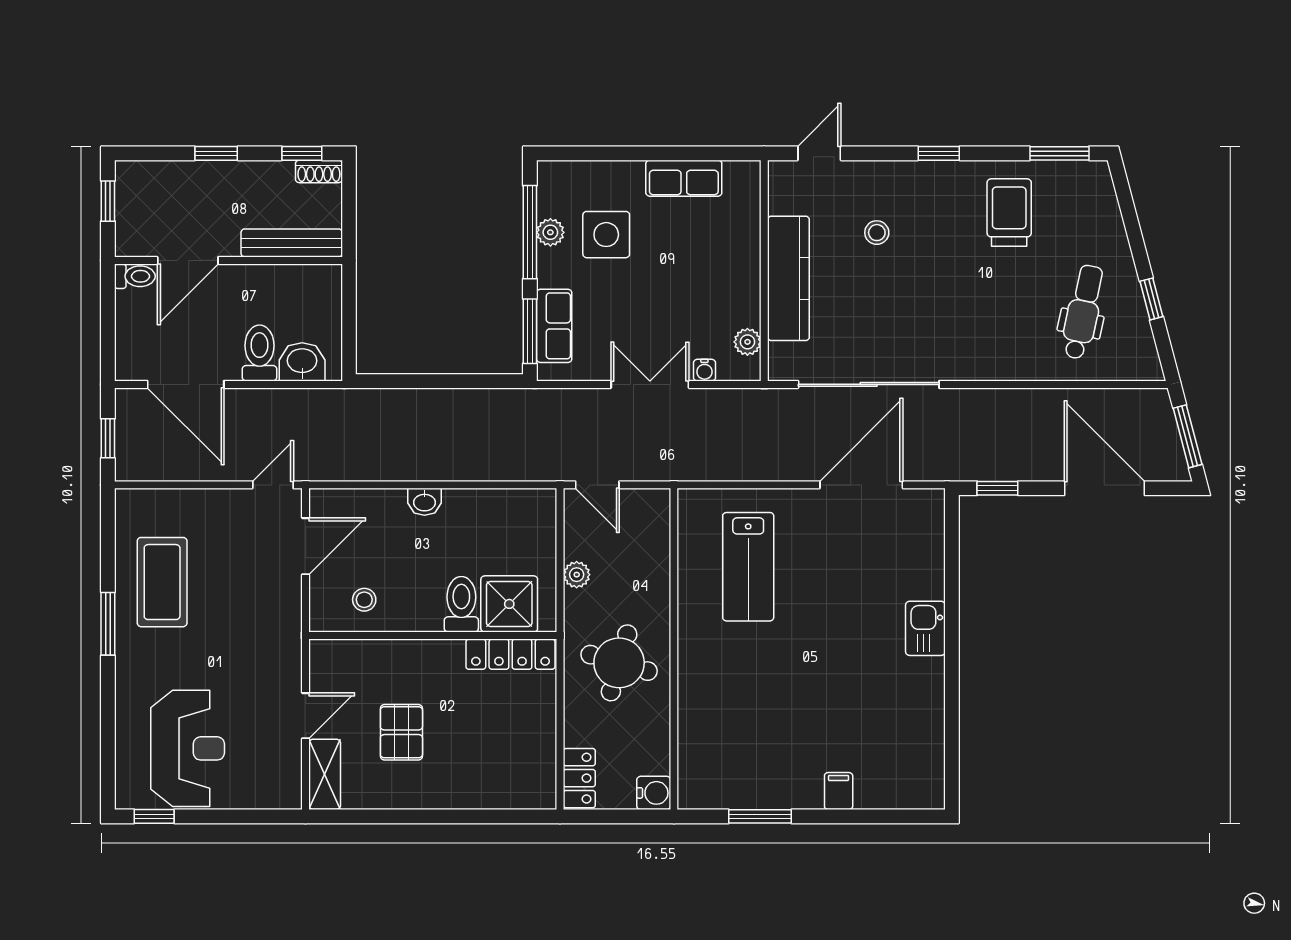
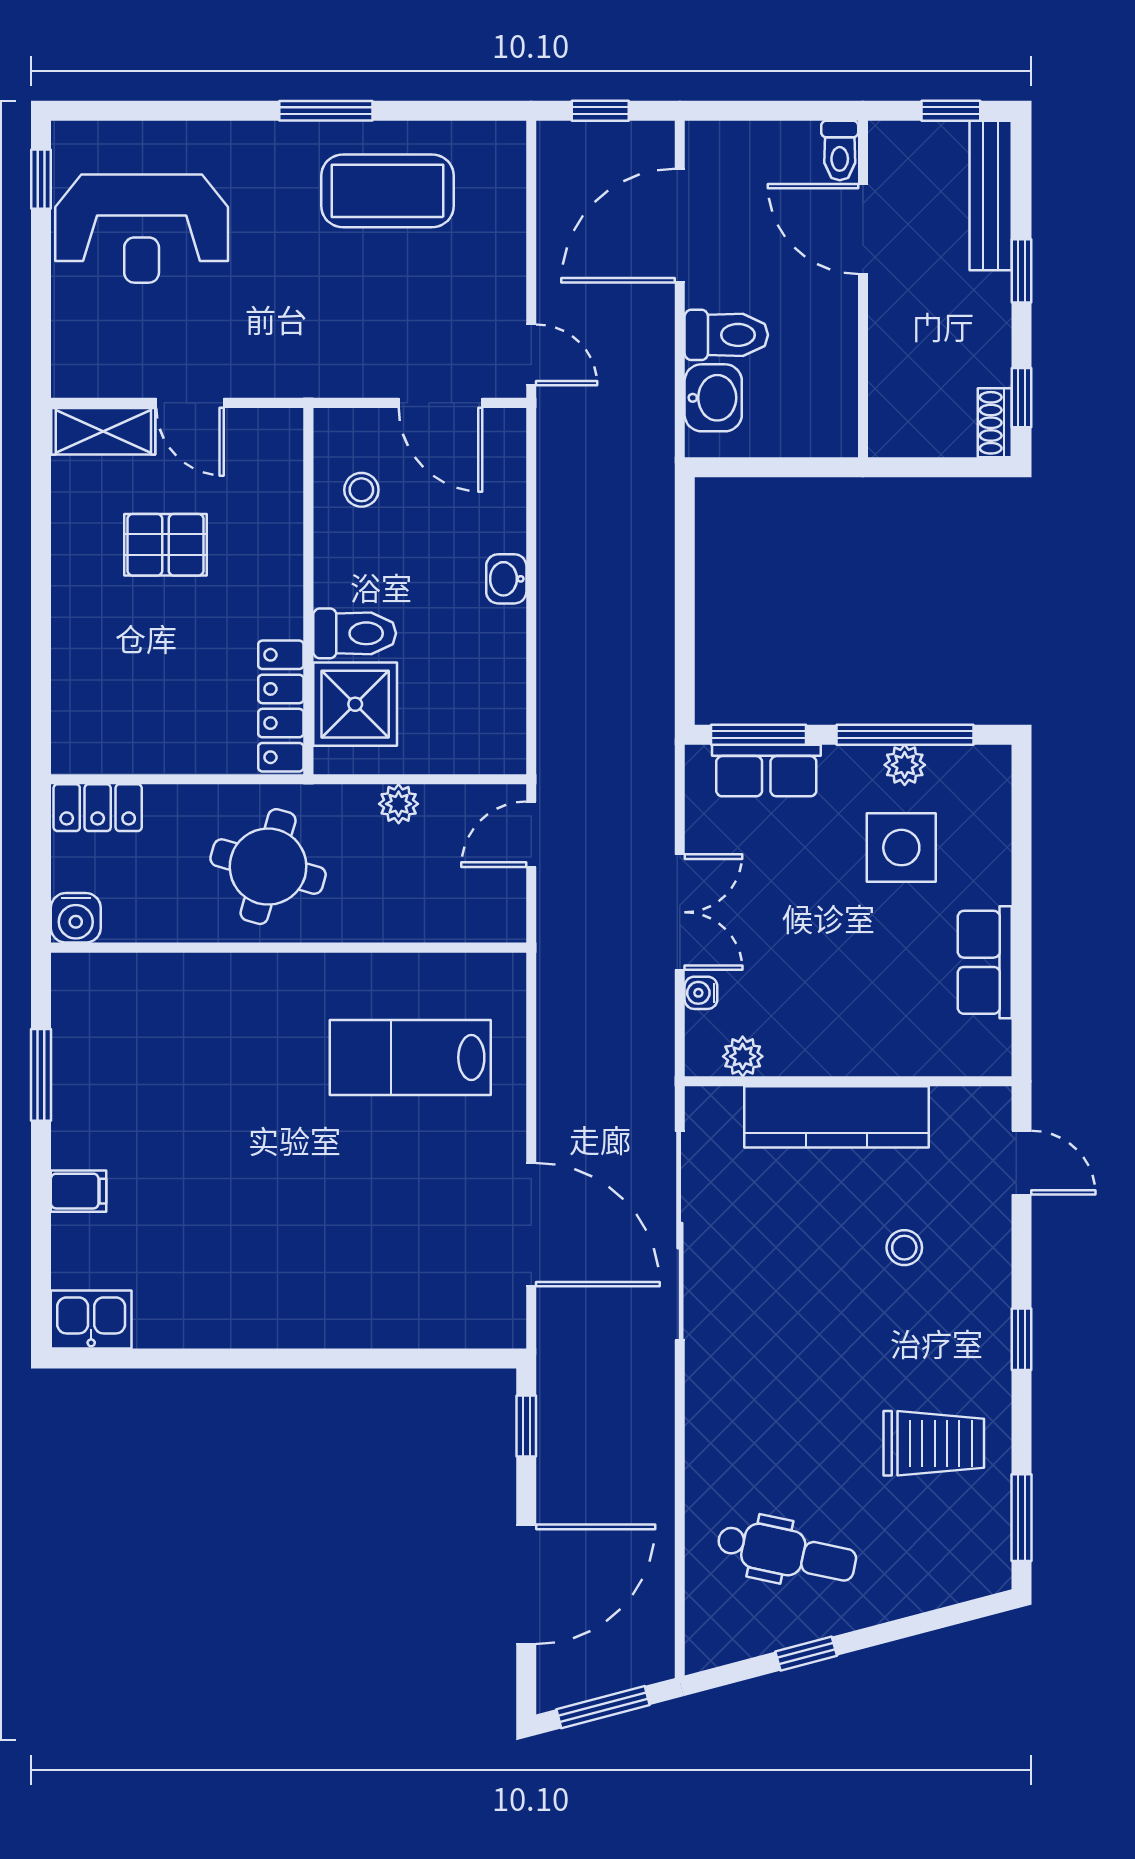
bench: (292, 243) -> (991, 196), moved
kitchen sink: (925, 628) -> (91, 1320), moved

